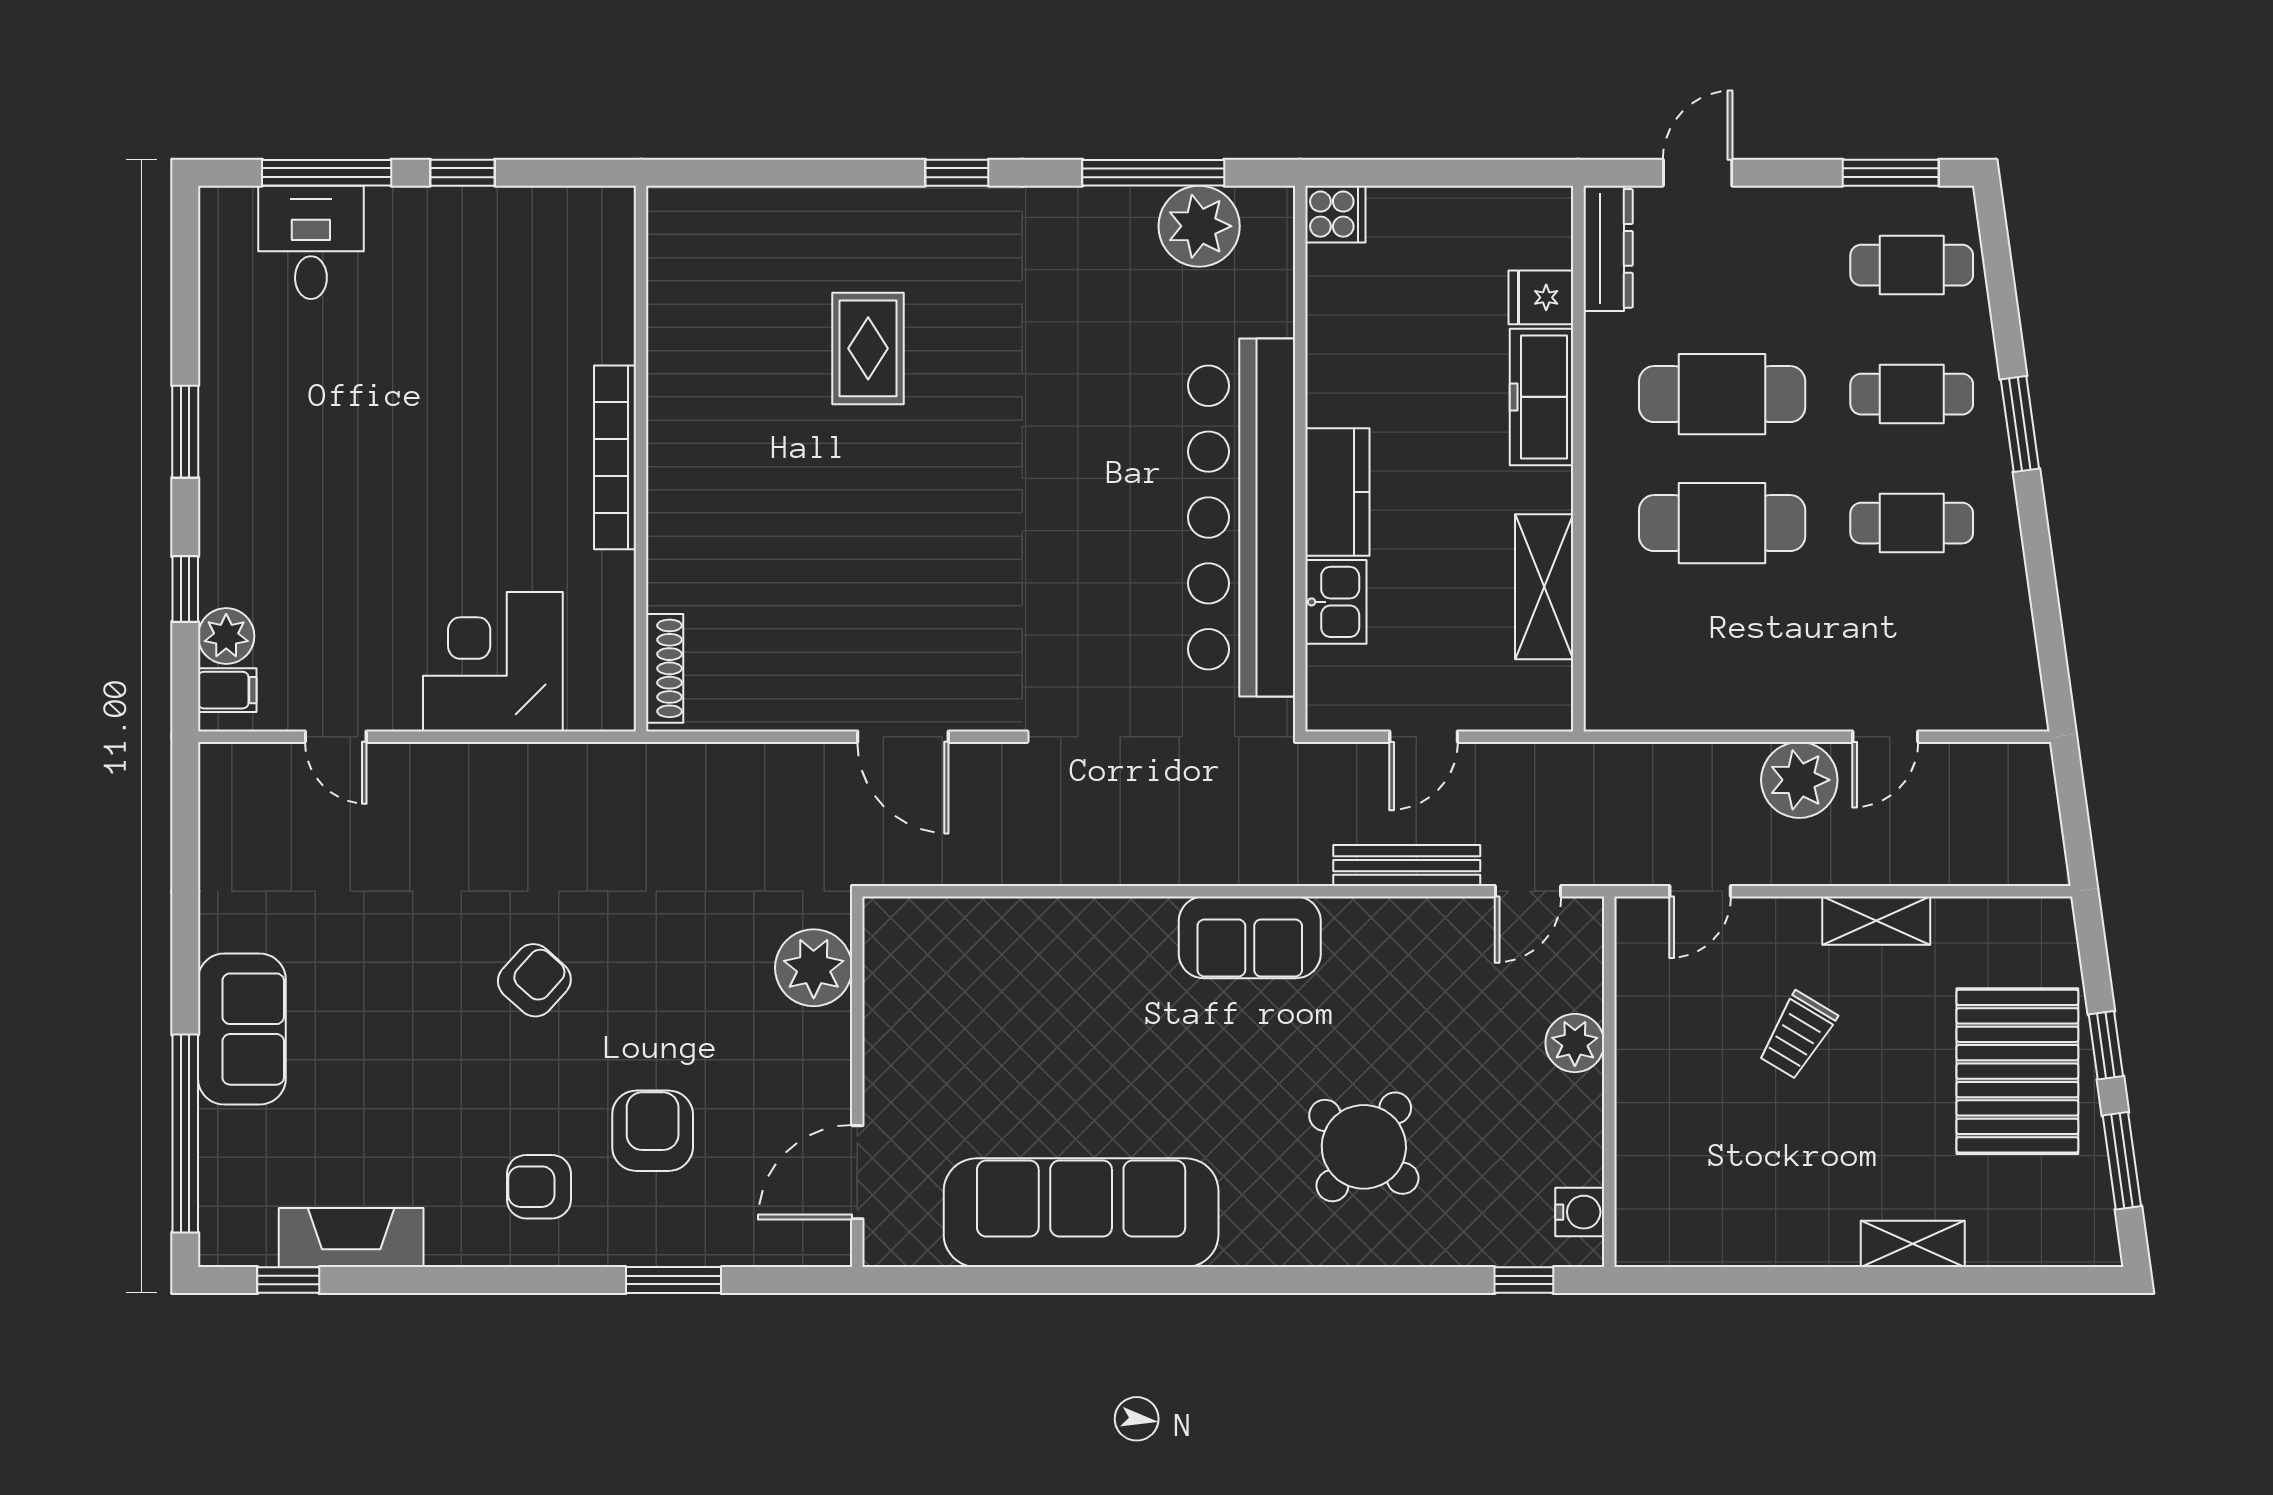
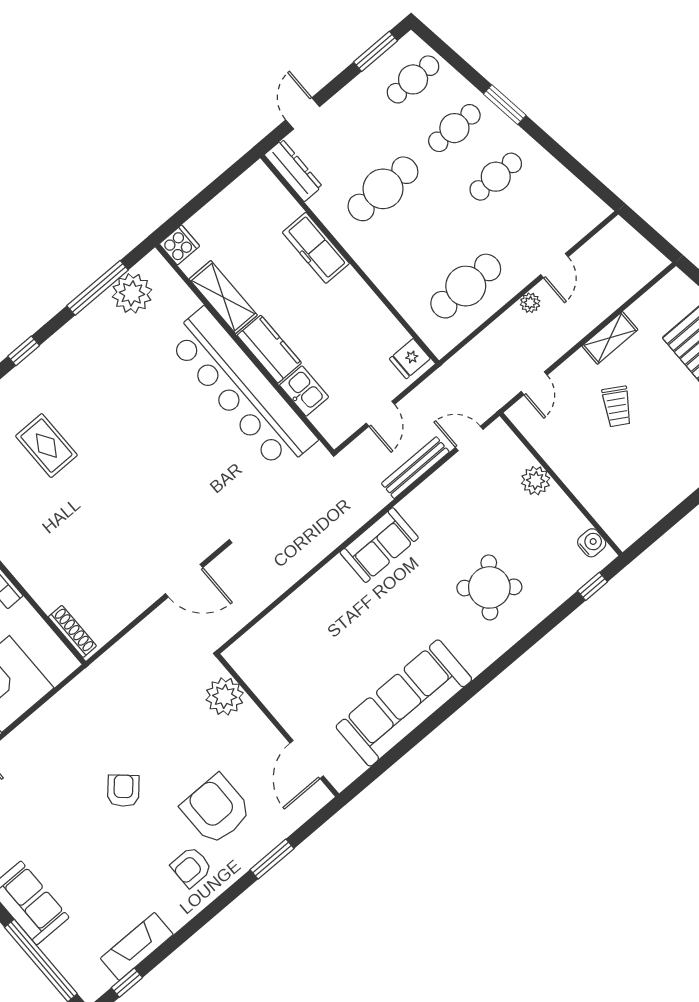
fridge: (1541, 297) -> (410, 359), moved
cafe table: (1722, 523) -> (466, 286), moved
shelving: (1544, 587) -> (223, 297), moved
plant: (1799, 780) -> (530, 303), width x0.53, depth x0.53
door: (1528, 891) -> (469, 438), swing flipped
armchair: (653, 1131) -> (216, 810), width x1.36, depth x1.36

